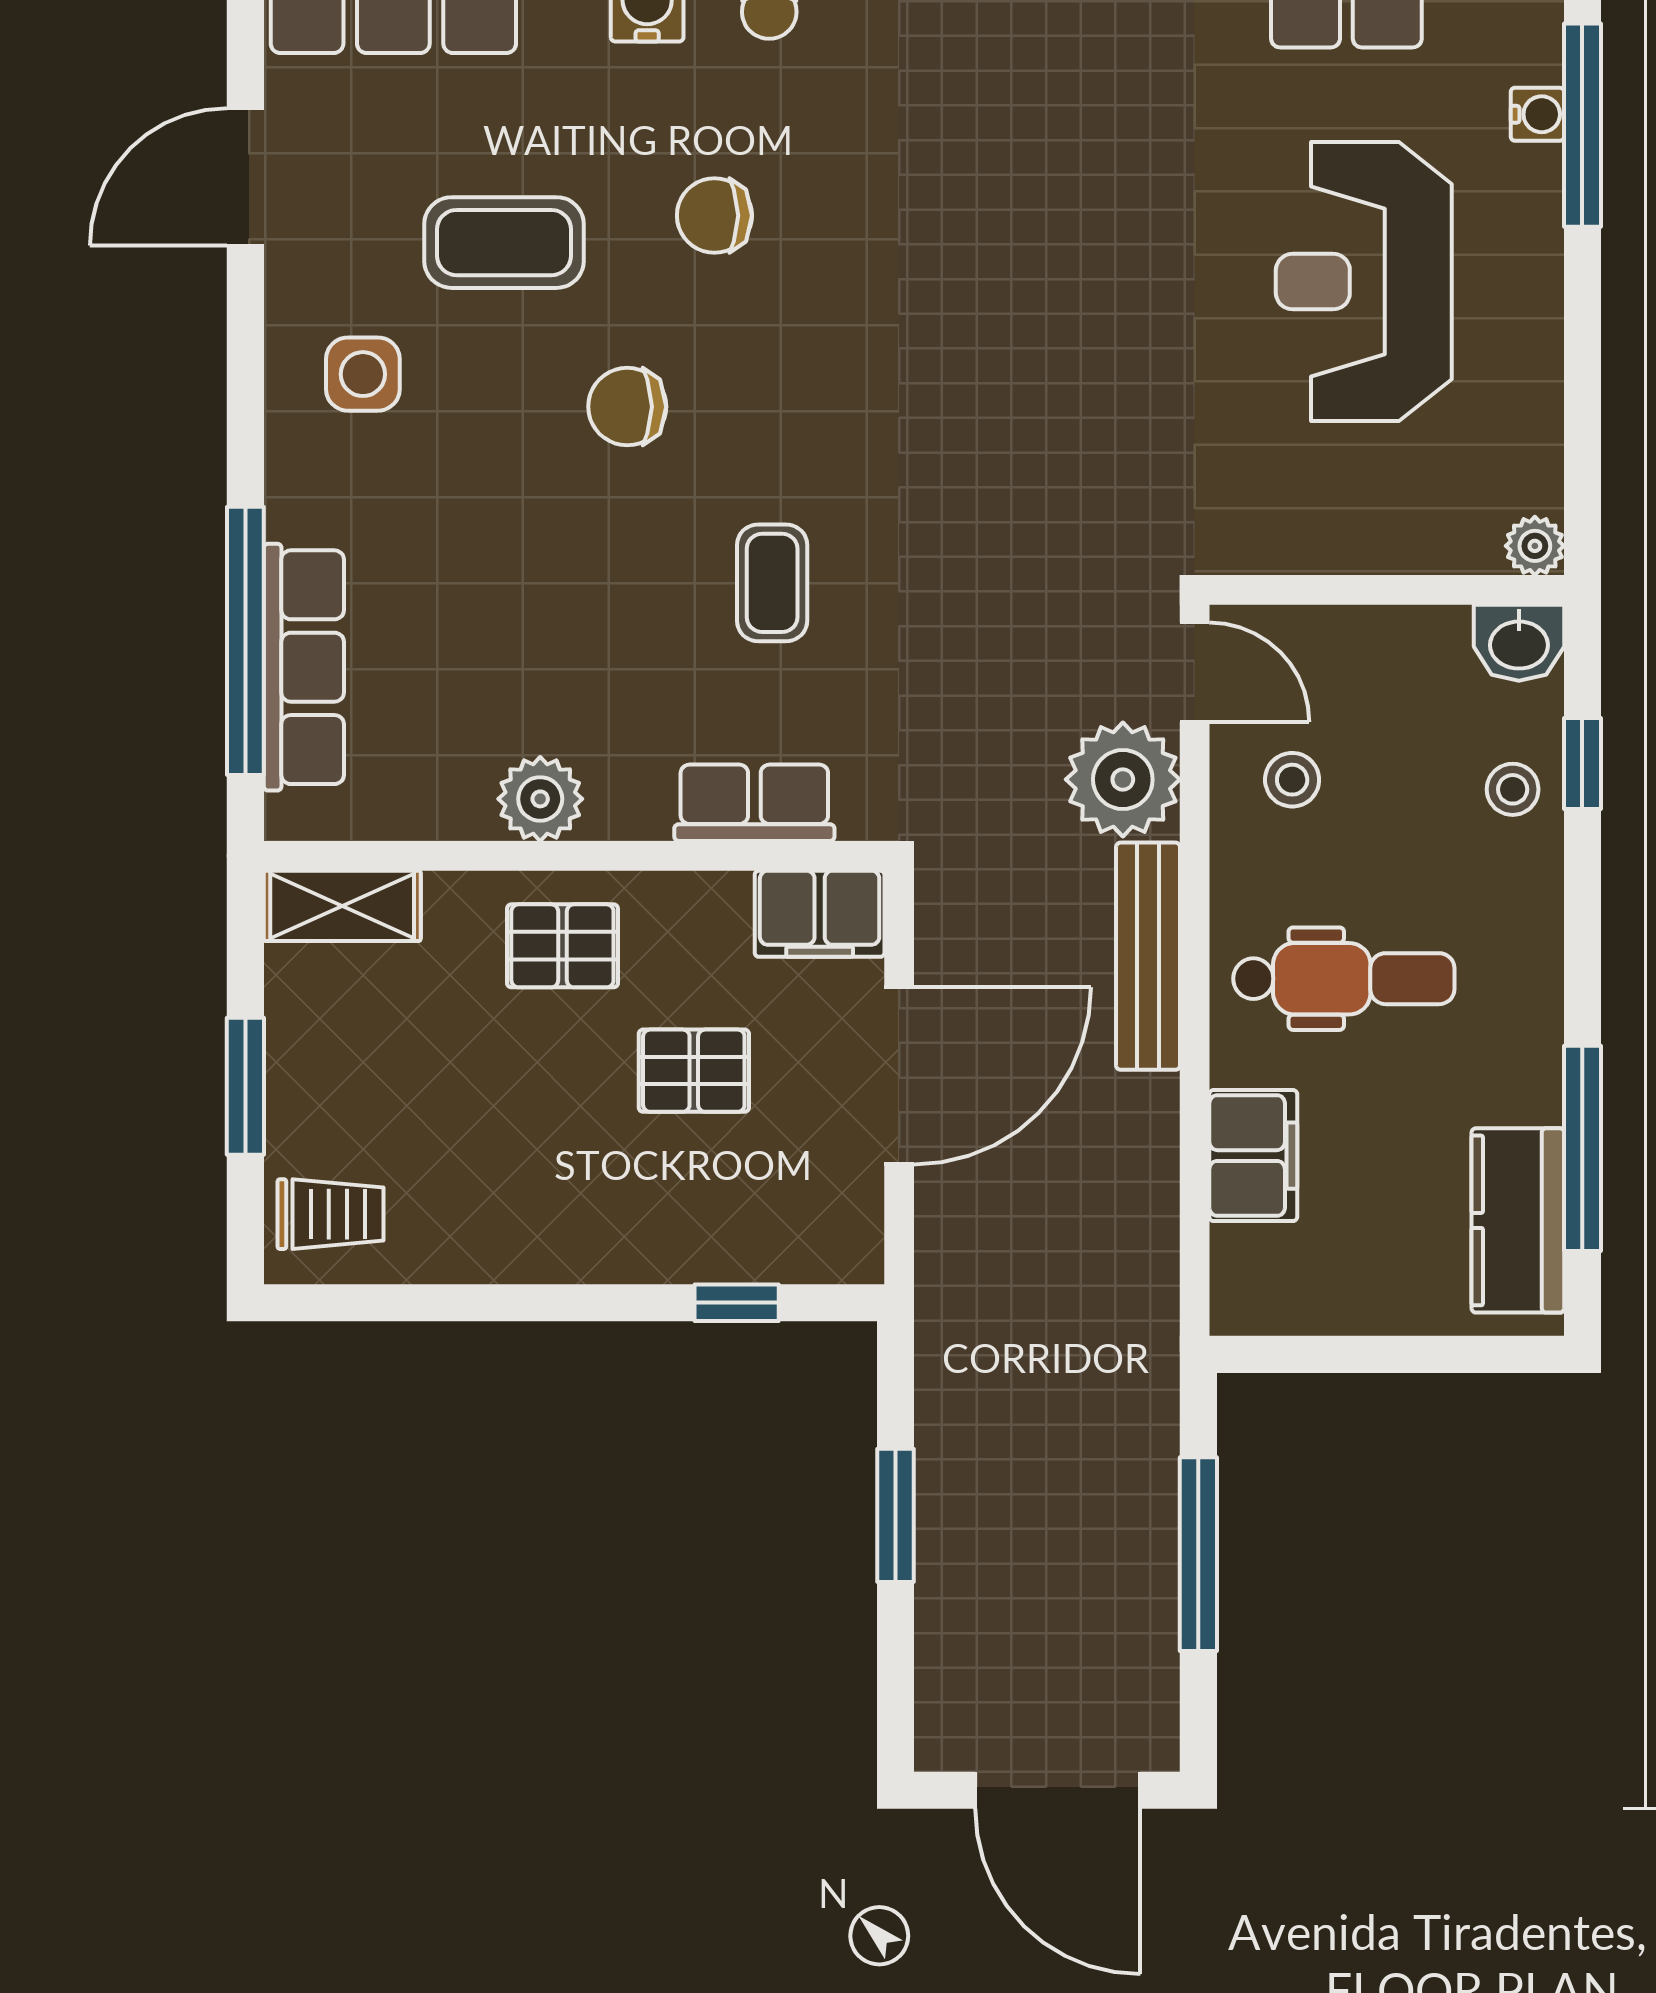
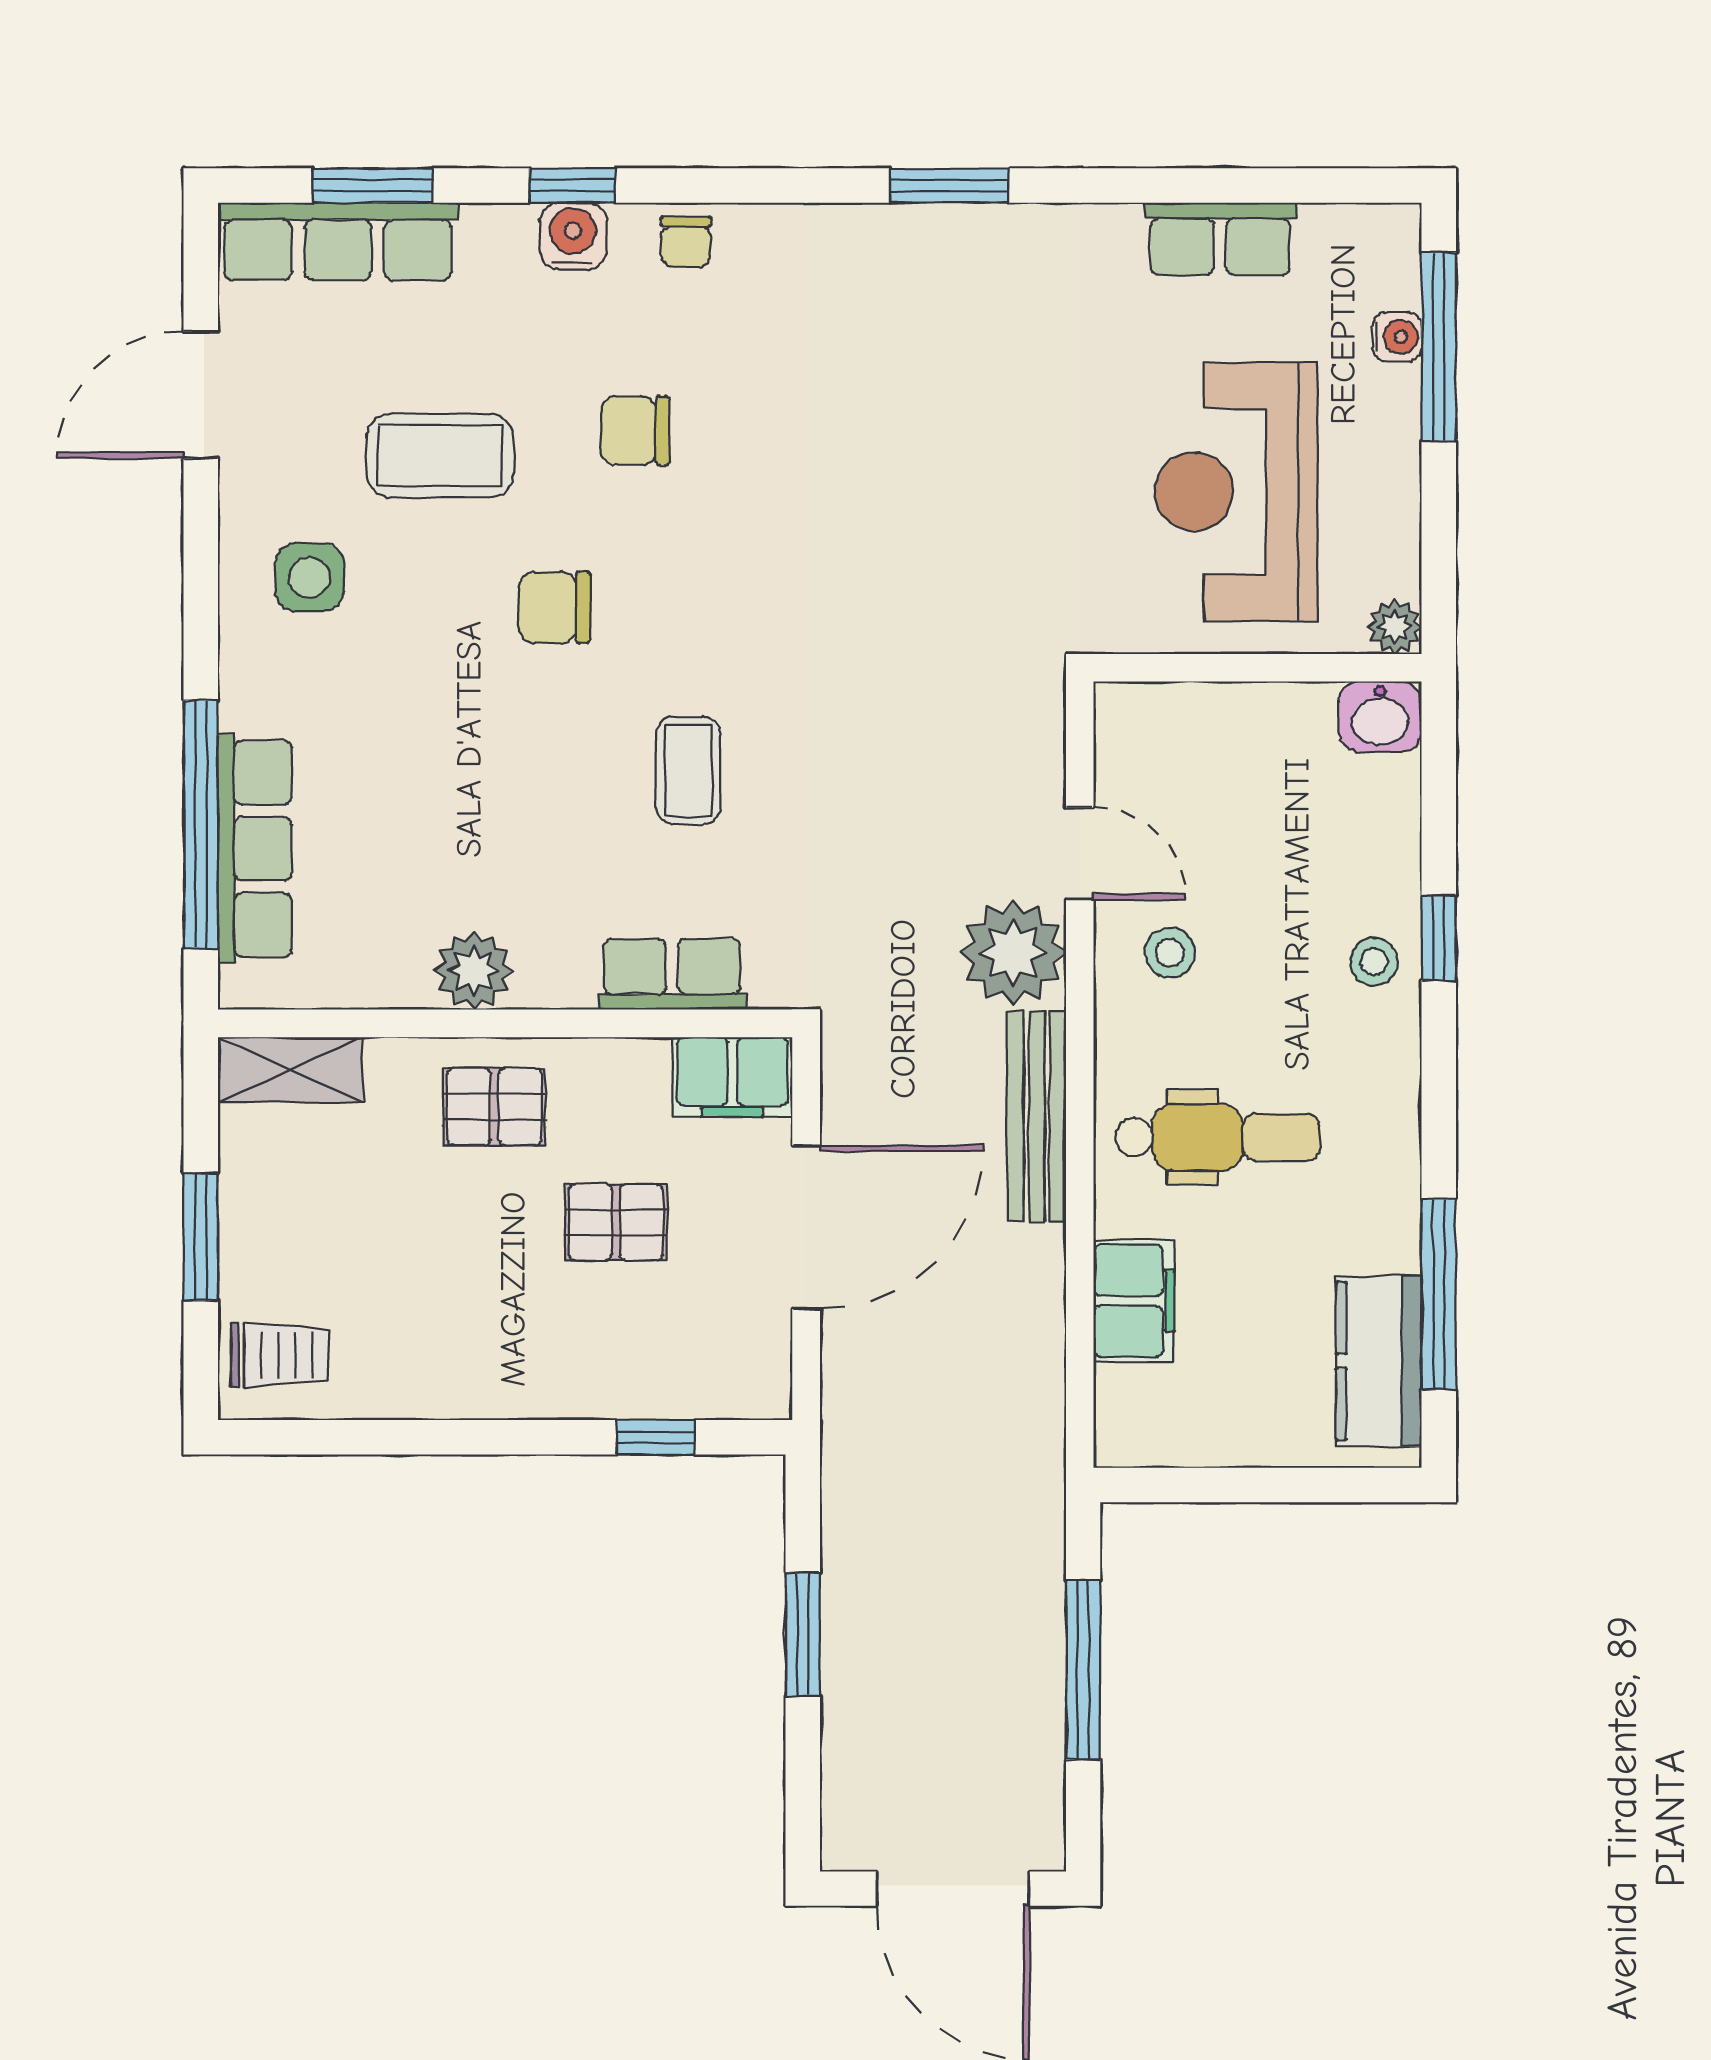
plant: (1535, 546) -> (1395, 627), moved
wall: (1387, 590) -> (1258, 668), moved
washbasin: (1519, 643) -> (1380, 717), moved

